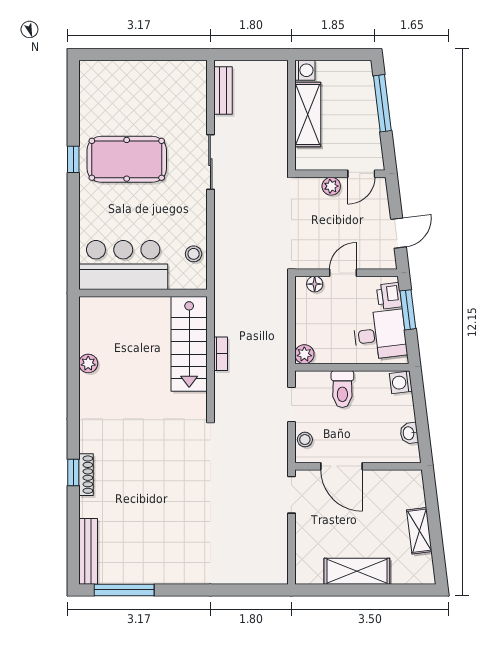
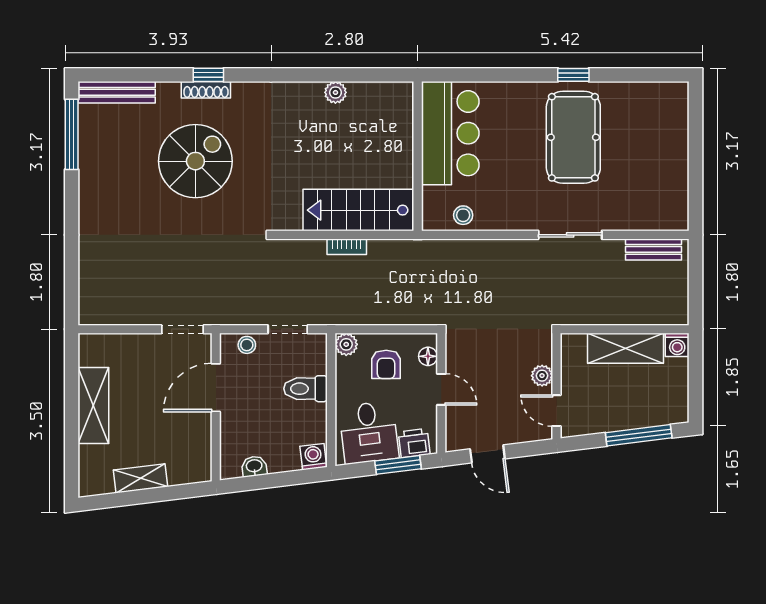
armchair: (322, 320) -> (386, 364), added
spiral stairs: (147, 484) -> (195, 161), added

